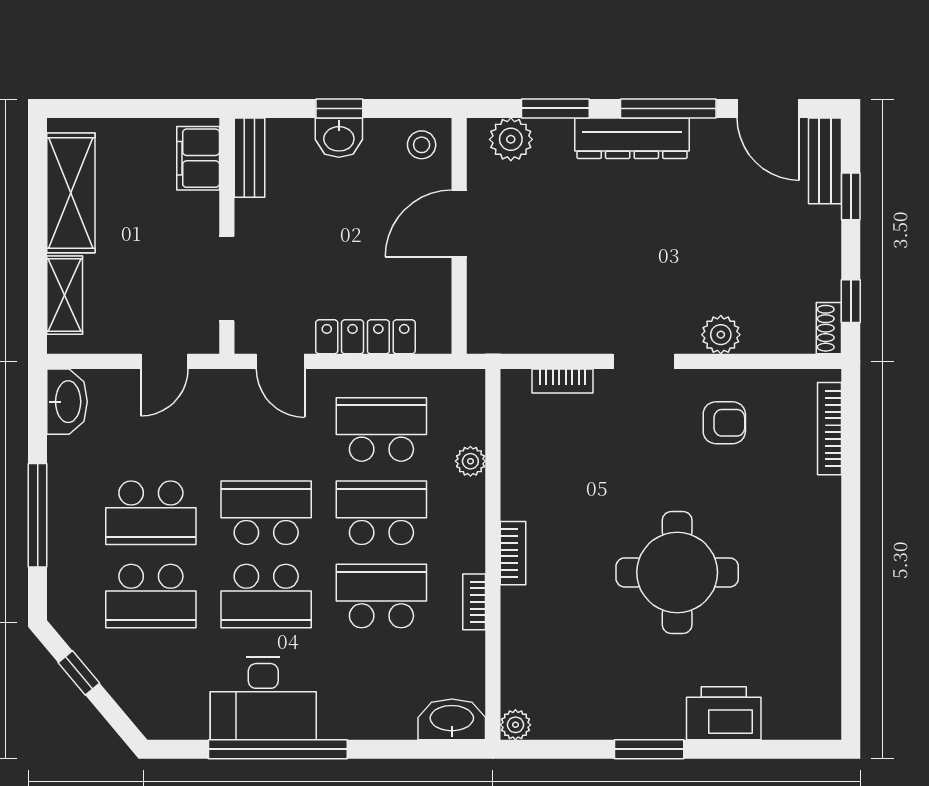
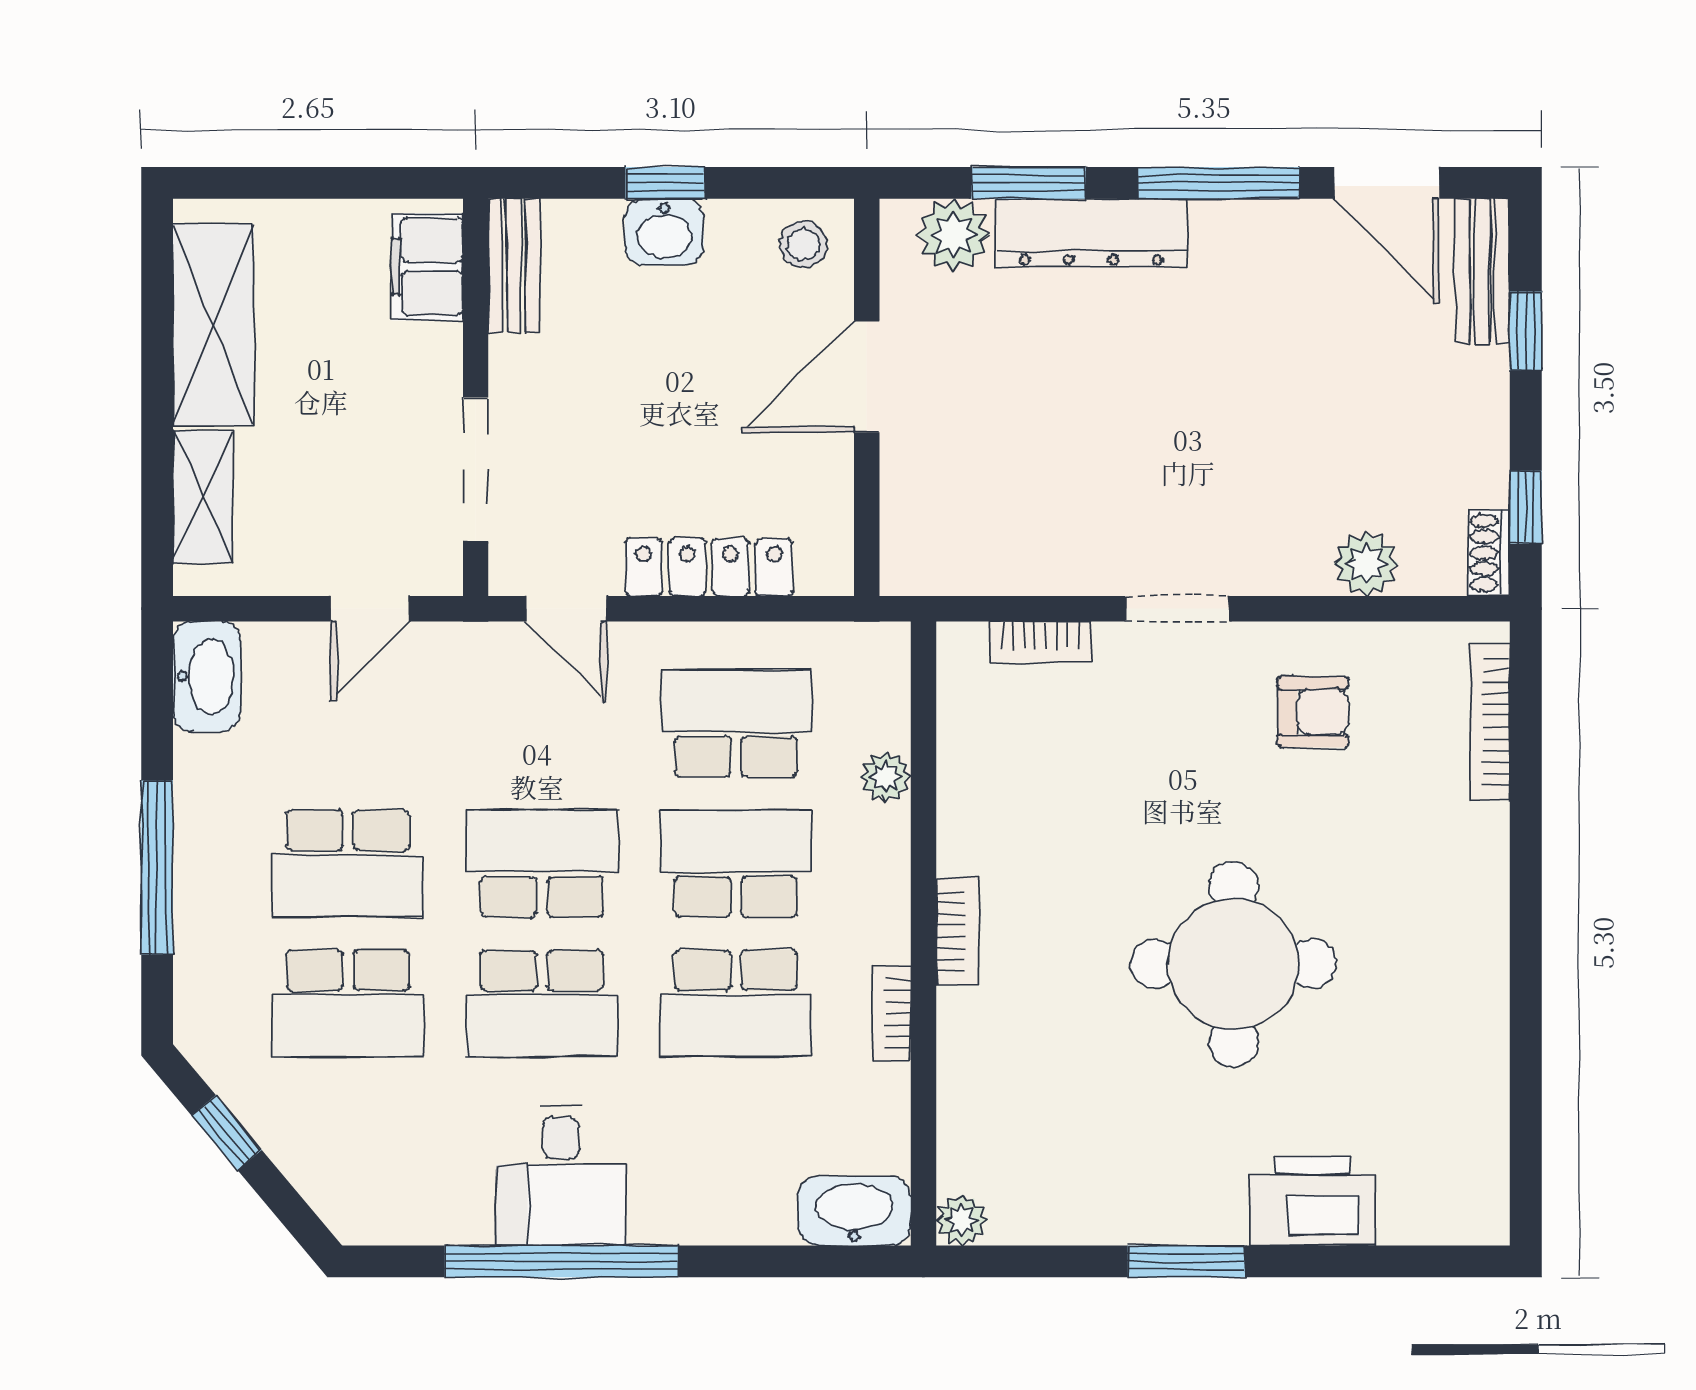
dresser: (632, 138) -> (1091, 233), moved
plant: (721, 335) -> (1366, 564), moved
school desk: (381, 596) -> (736, 1004), turned 180
desk: (263, 698) -> (561, 1176), width x0.73

